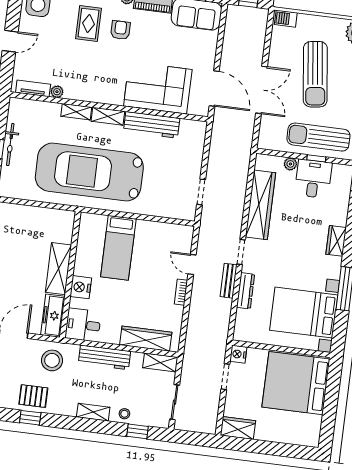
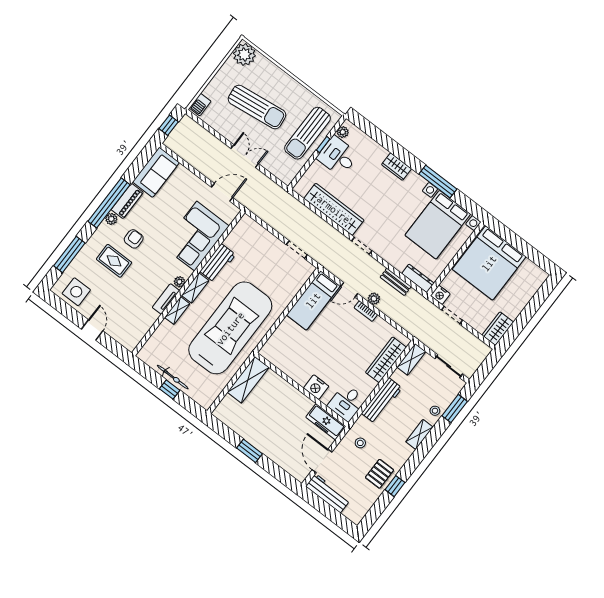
armchair: (120, 30) -> (134, 239), turned 90
tv unit: (33, 88) -> (166, 299), moved
door: (214, 89) -> (222, 192), width x0.73
double door: (262, 90) -> (245, 156), width x0.73
plant: (57, 92) -> (179, 282), moved
workbench: (152, 125) -> (218, 263), width x0.73
plant: (290, 164) -> (343, 132), moved
car: (89, 172) -> (230, 328), turned 180
bed: (118, 248) -> (313, 300), moved, turned 90
shelving: (58, 269) -> (248, 380), moved, turned 90
bench: (229, 281) -> (396, 282), moved
dresser: (246, 291) -> (418, 278), moved
plant: (197, 293) -> (374, 299), added
stool: (52, 360) -> (360, 443), width x0.53, depth x0.53
window: (137, 431) -> (455, 409), width x1.50

